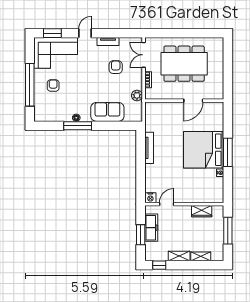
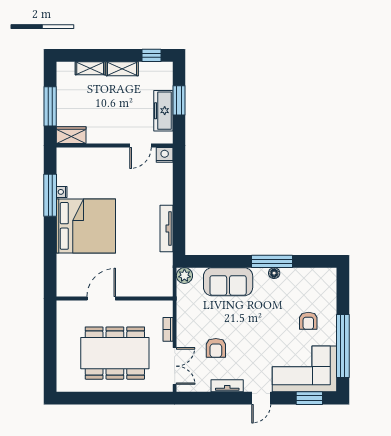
window: (30, 85) -> (343, 346), moved
plant: (137, 95) -> (184, 276), moved
window: (228, 152) -> (50, 195), moved
wardrobe: (202, 211) -> (71, 135), moved

